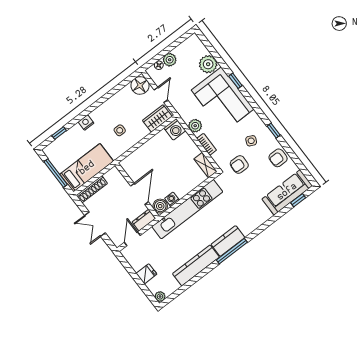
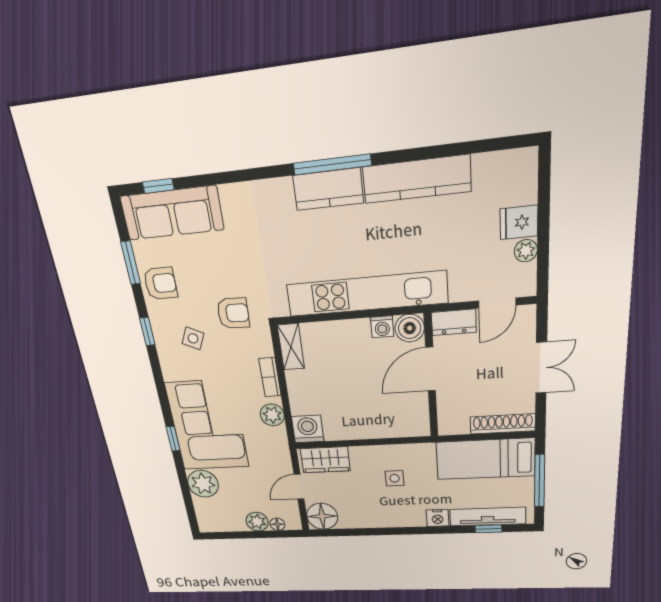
tv unit: (64, 139) -> (488, 517), added
window: (296, 159) -> (131, 263), added
plant: (160, 297) -> (526, 251), moved

